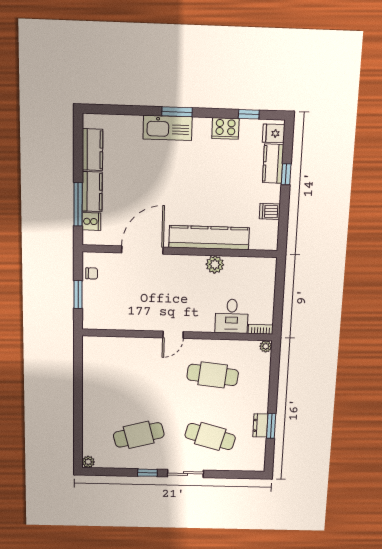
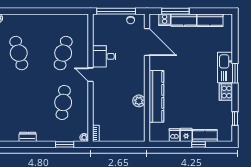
cooker: (225, 128) -> (226, 92), moved
fridge: (274, 133) -> (186, 135), moved
door: (142, 250) -> (147, 42), moved
window: (78, 295) -> (116, 11), width x2.11
desk: (232, 316) -> (104, 56), moved
window: (271, 426) -> (65, 144), moved
cafe table: (210, 437) -> (63, 53), moved

